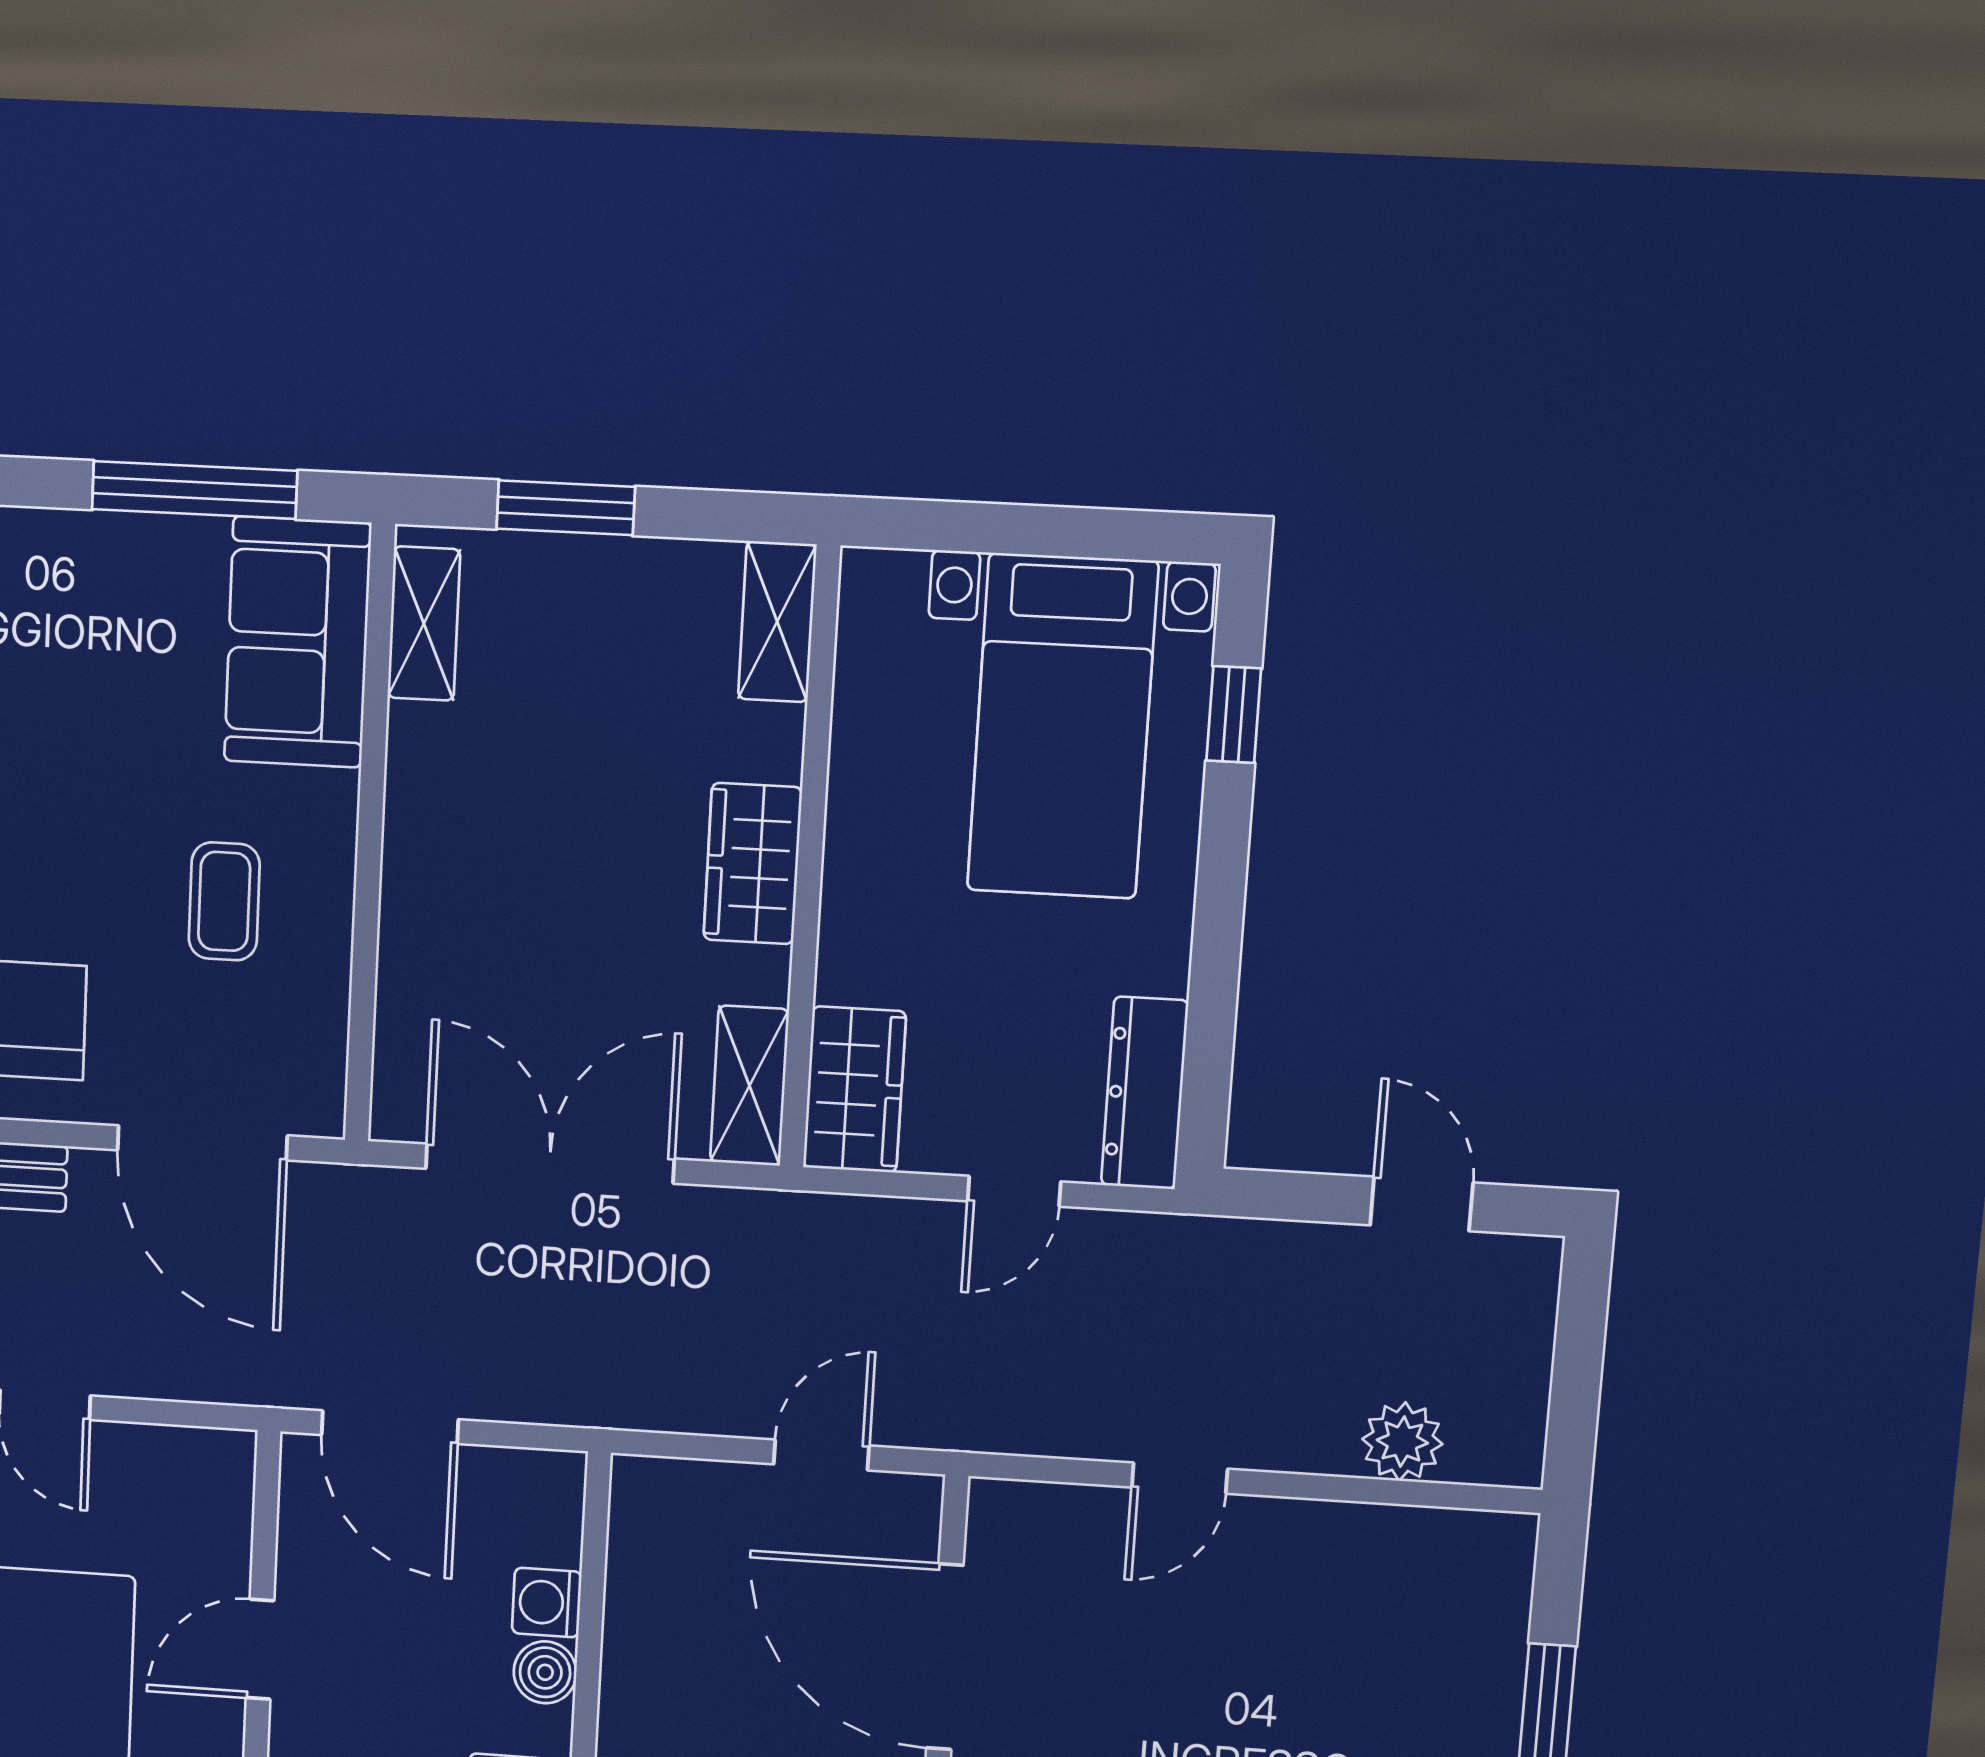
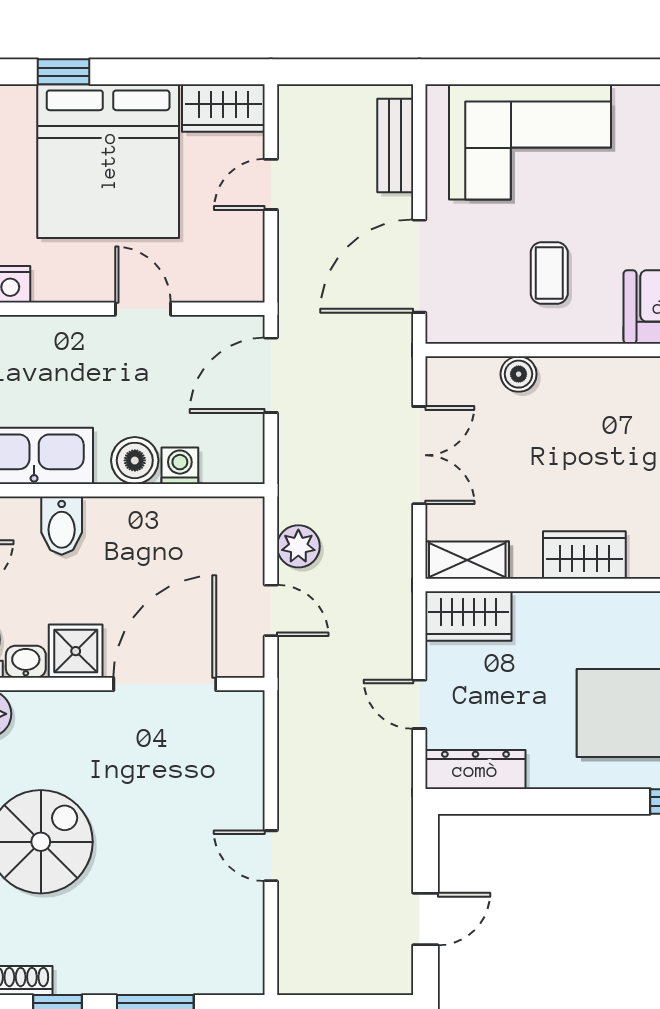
coffee table: (224, 901) -> (549, 273), turned 90
boiler: (409, 969) -> (519, 374), added
double door: (550, 1164) -> (419, 455), width x0.73
plant: (1402, 1441) -> (298, 546), moved
door: (1180, 1478) -> (271, 856), moved
boiler: (545, 1672) -> (135, 460), width x1.36, depth x1.36

